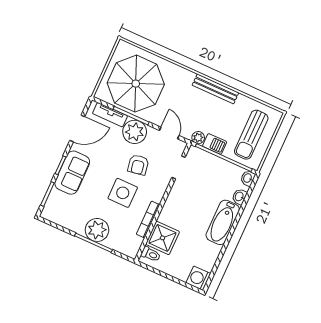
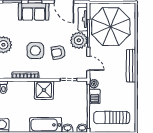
bench: (215, 89) -> (131, 66), moved
door: (169, 133) -> (88, 63), hinge flipped
shower: (162, 238) -> (44, 90), moved

